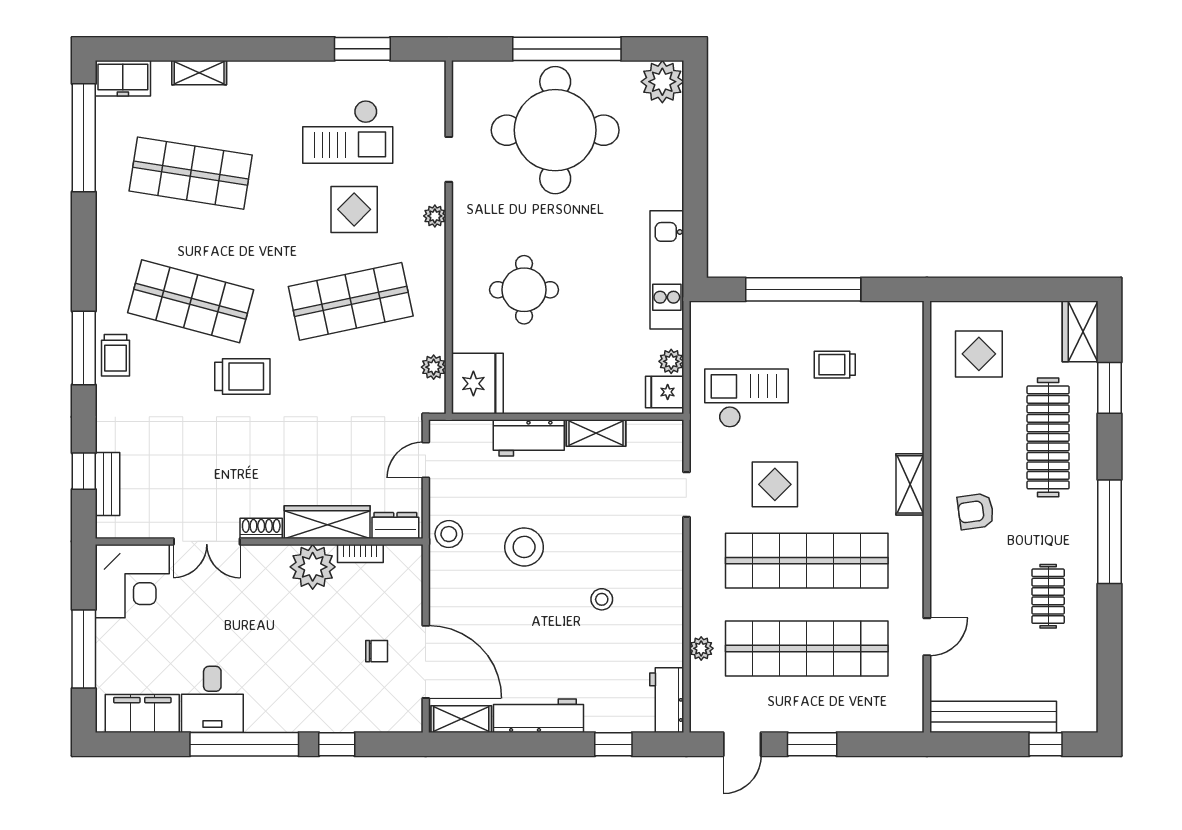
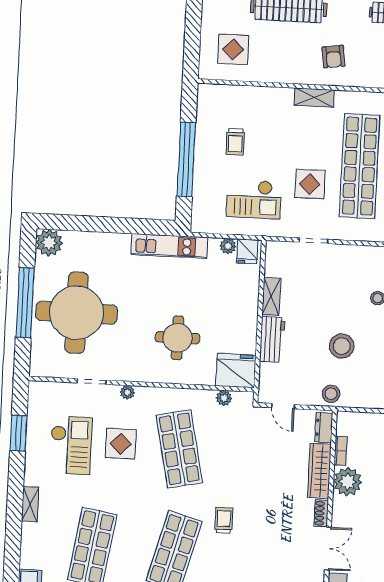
shelving: (199, 73) -> (30, 504), moved
trolley: (242, 376) -> (224, 520), width x0.73, depth x0.72
checkout: (747, 398) -> (254, 199), turned -90

